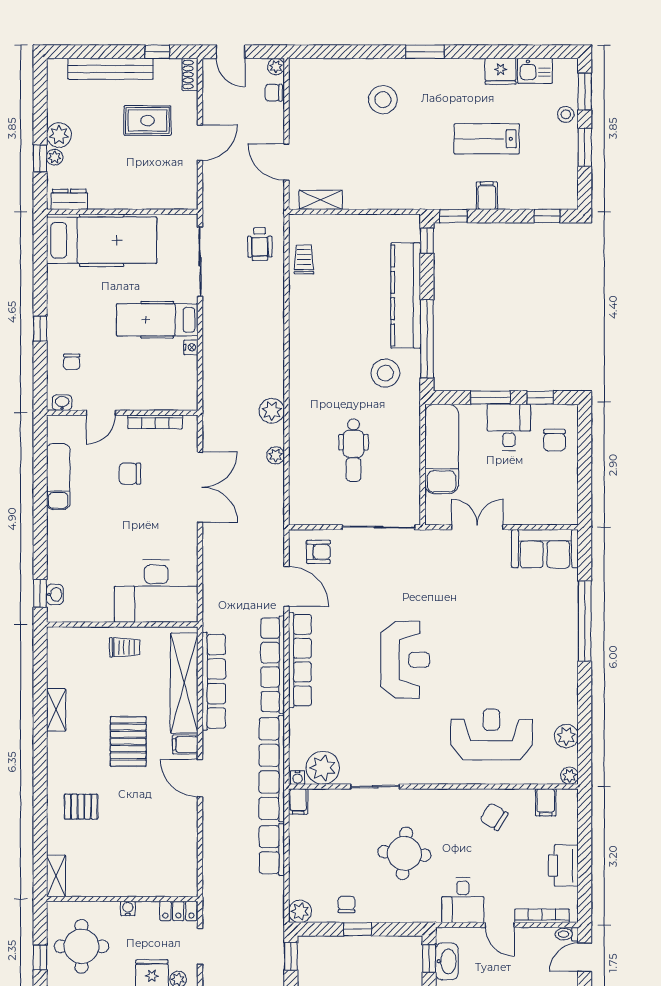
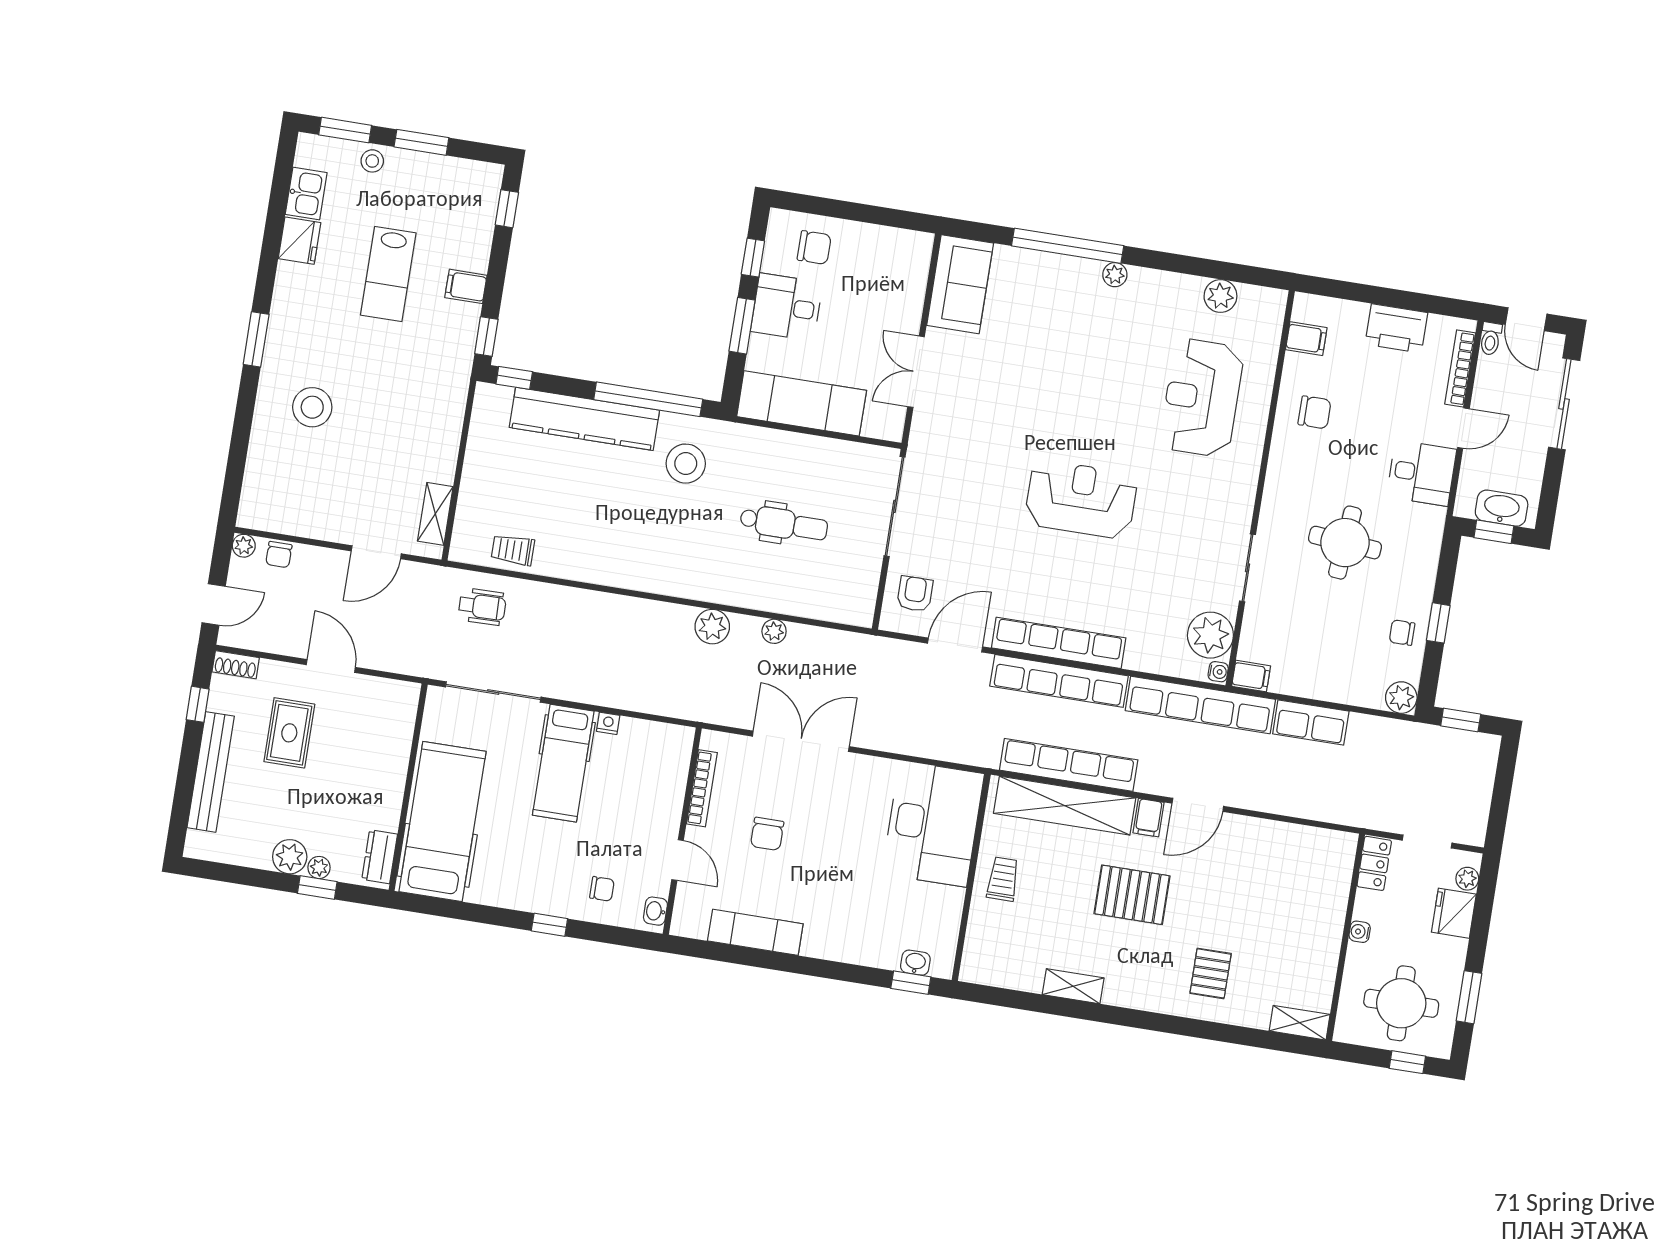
plant: (569, 776) -> (1115, 275), moved
chair: (494, 817) -> (1315, 412), turned -122

